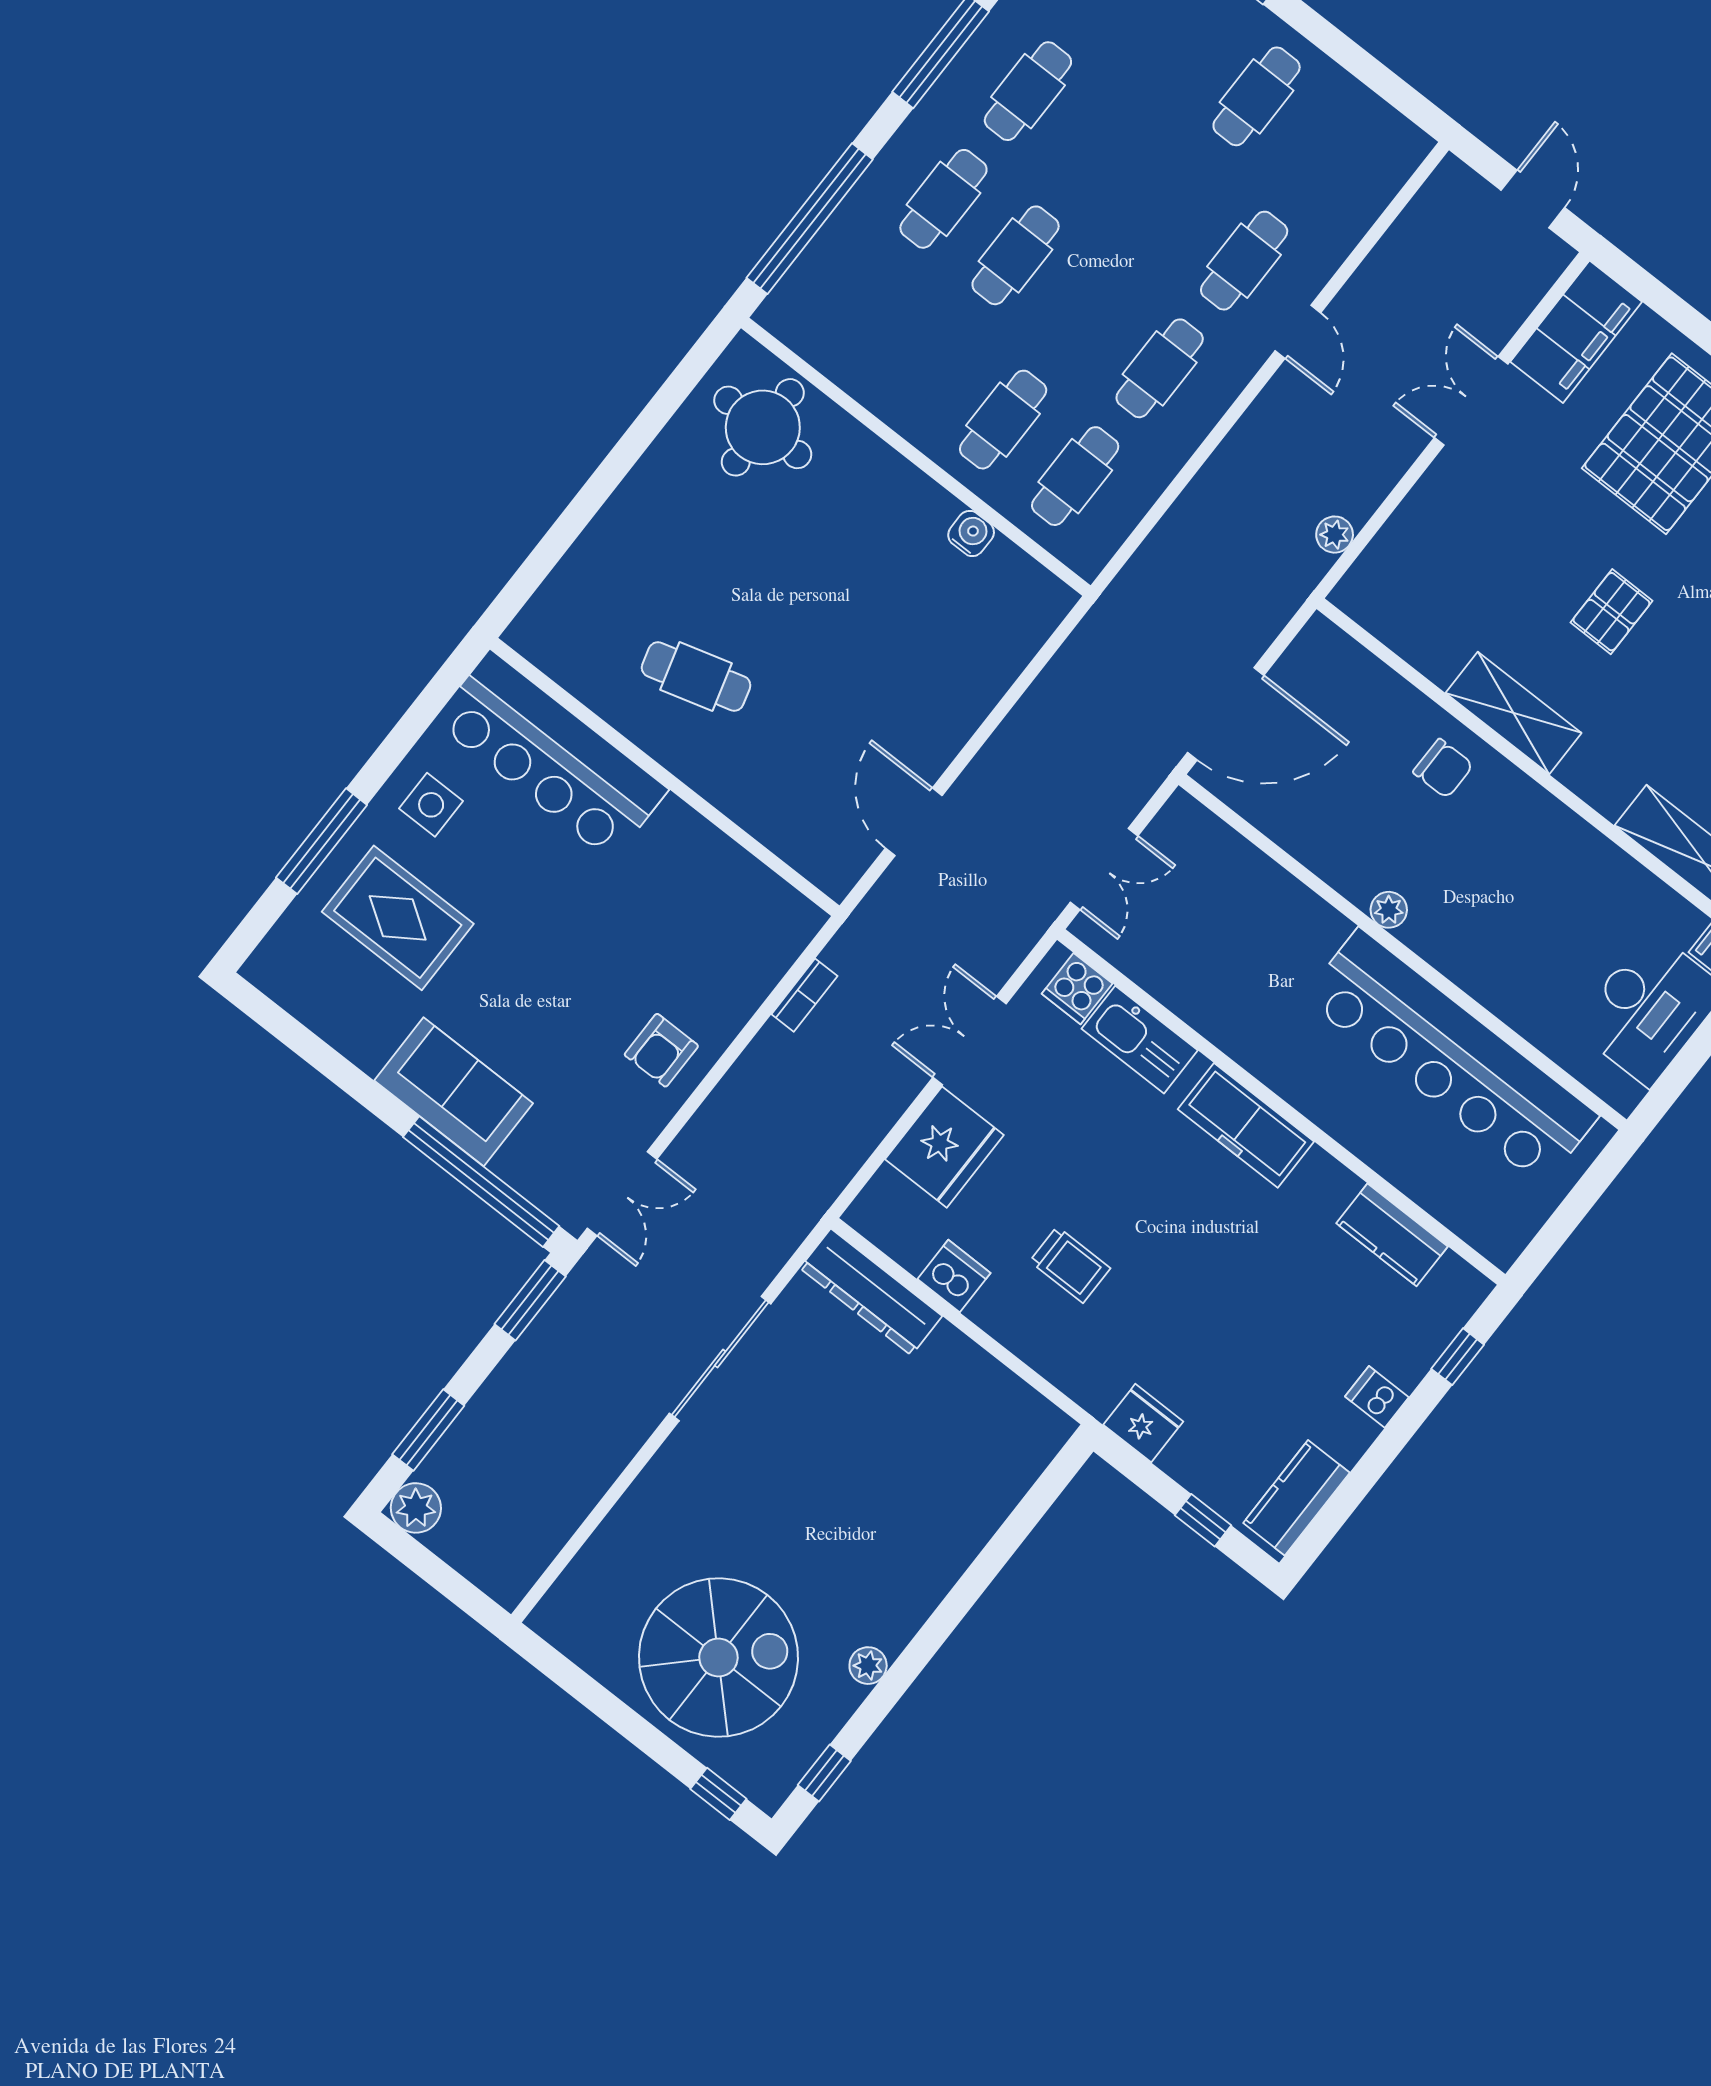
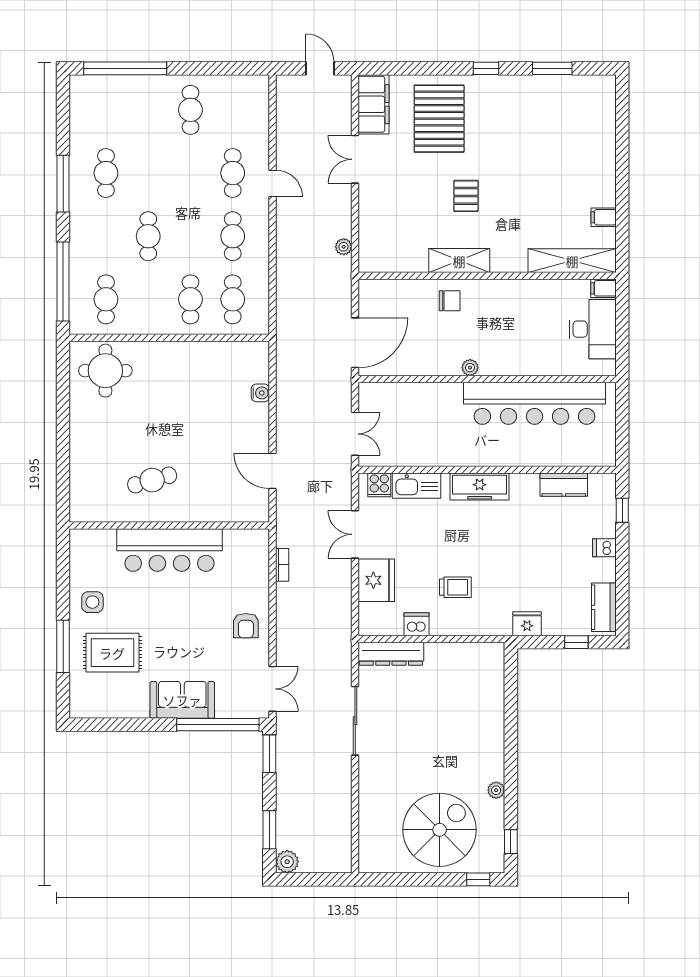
cafe table: (943, 199) -> (106, 299), moved
water cooler: (971, 533) -> (260, 393), moved, turned 90
bar counter: (551, 755) -> (170, 550), moved

